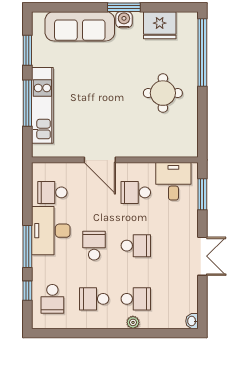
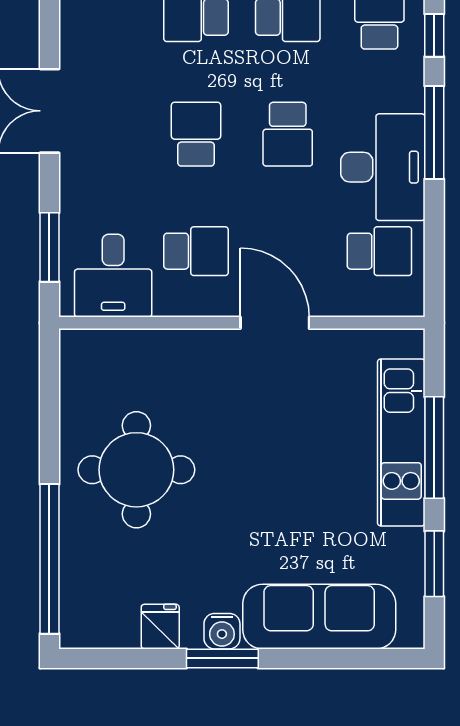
fridge: (160, 25) -> (160, 627), width x0.53, depth x0.75
round table: (163, 93) -> (136, 470), width x1.36, depth x1.36
school desk: (136, 246) -> (196, 134), turned 90

